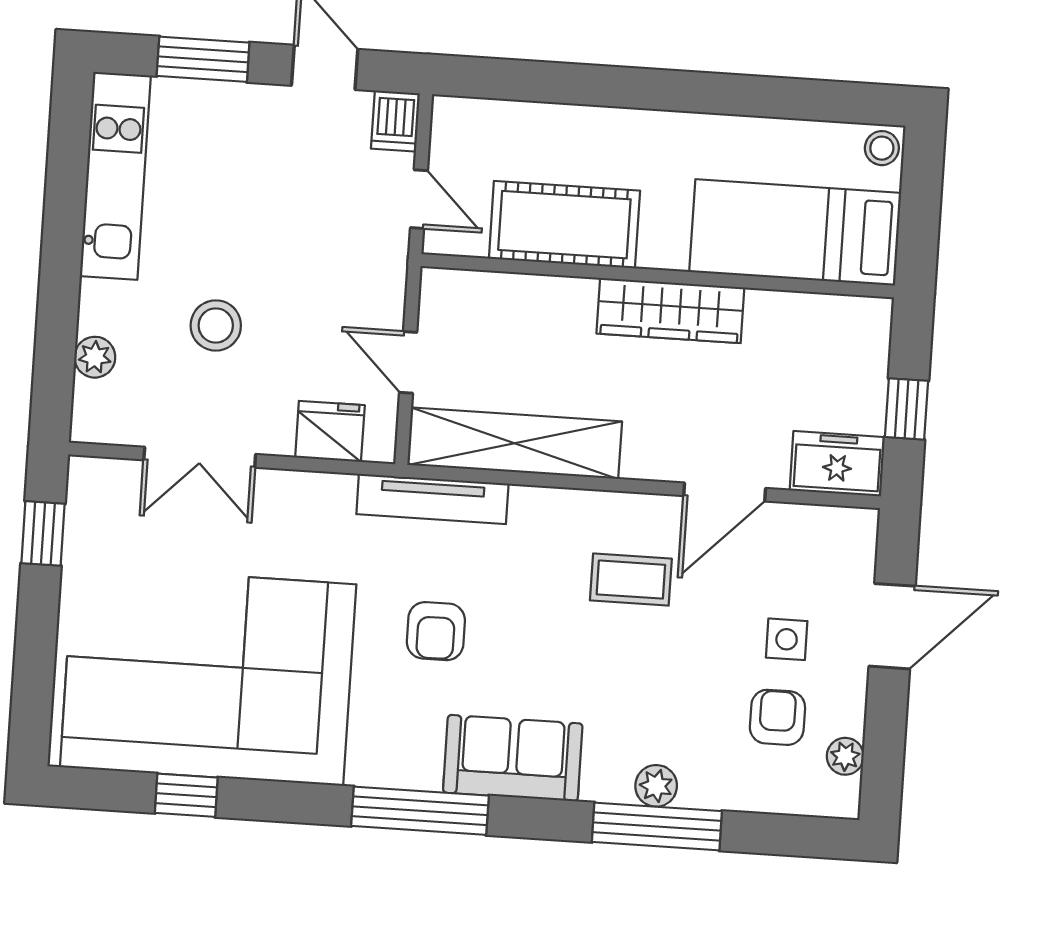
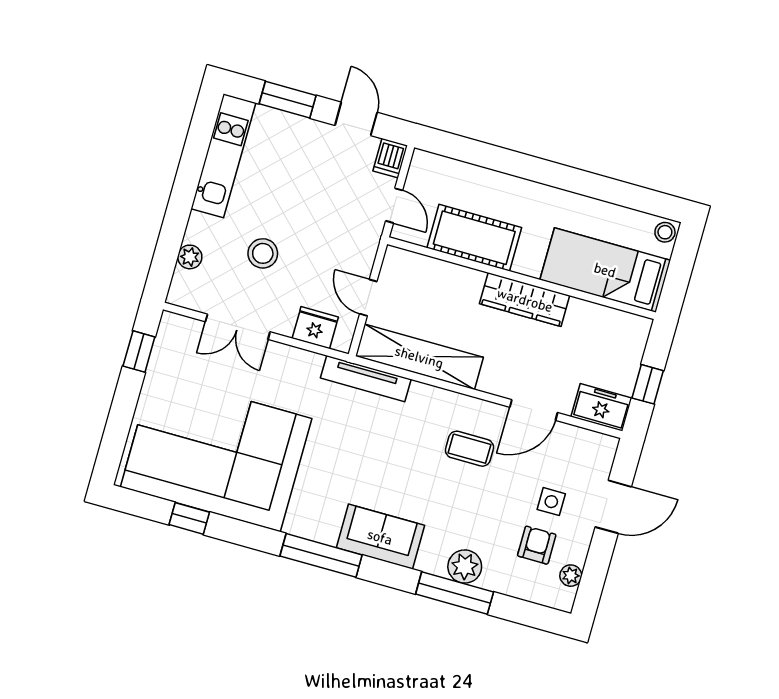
armchair: (436, 631) -> (352, 455), removed
plant: (656, 786) -> (465, 567), width x1.38, depth x1.38

